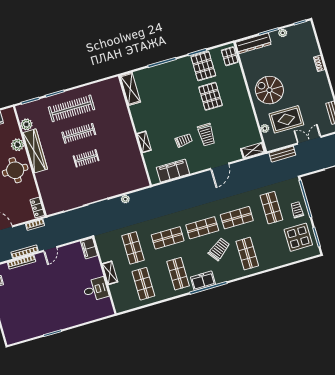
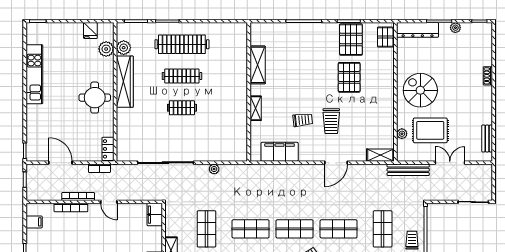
shelving: (130, 89) -> (258, 65), moved
plant: (18, 145) -> (106, 49), moved
bench: (282, 154) -> (408, 170), width x1.36
door: (50, 249) -> (109, 202), hinge flipped

